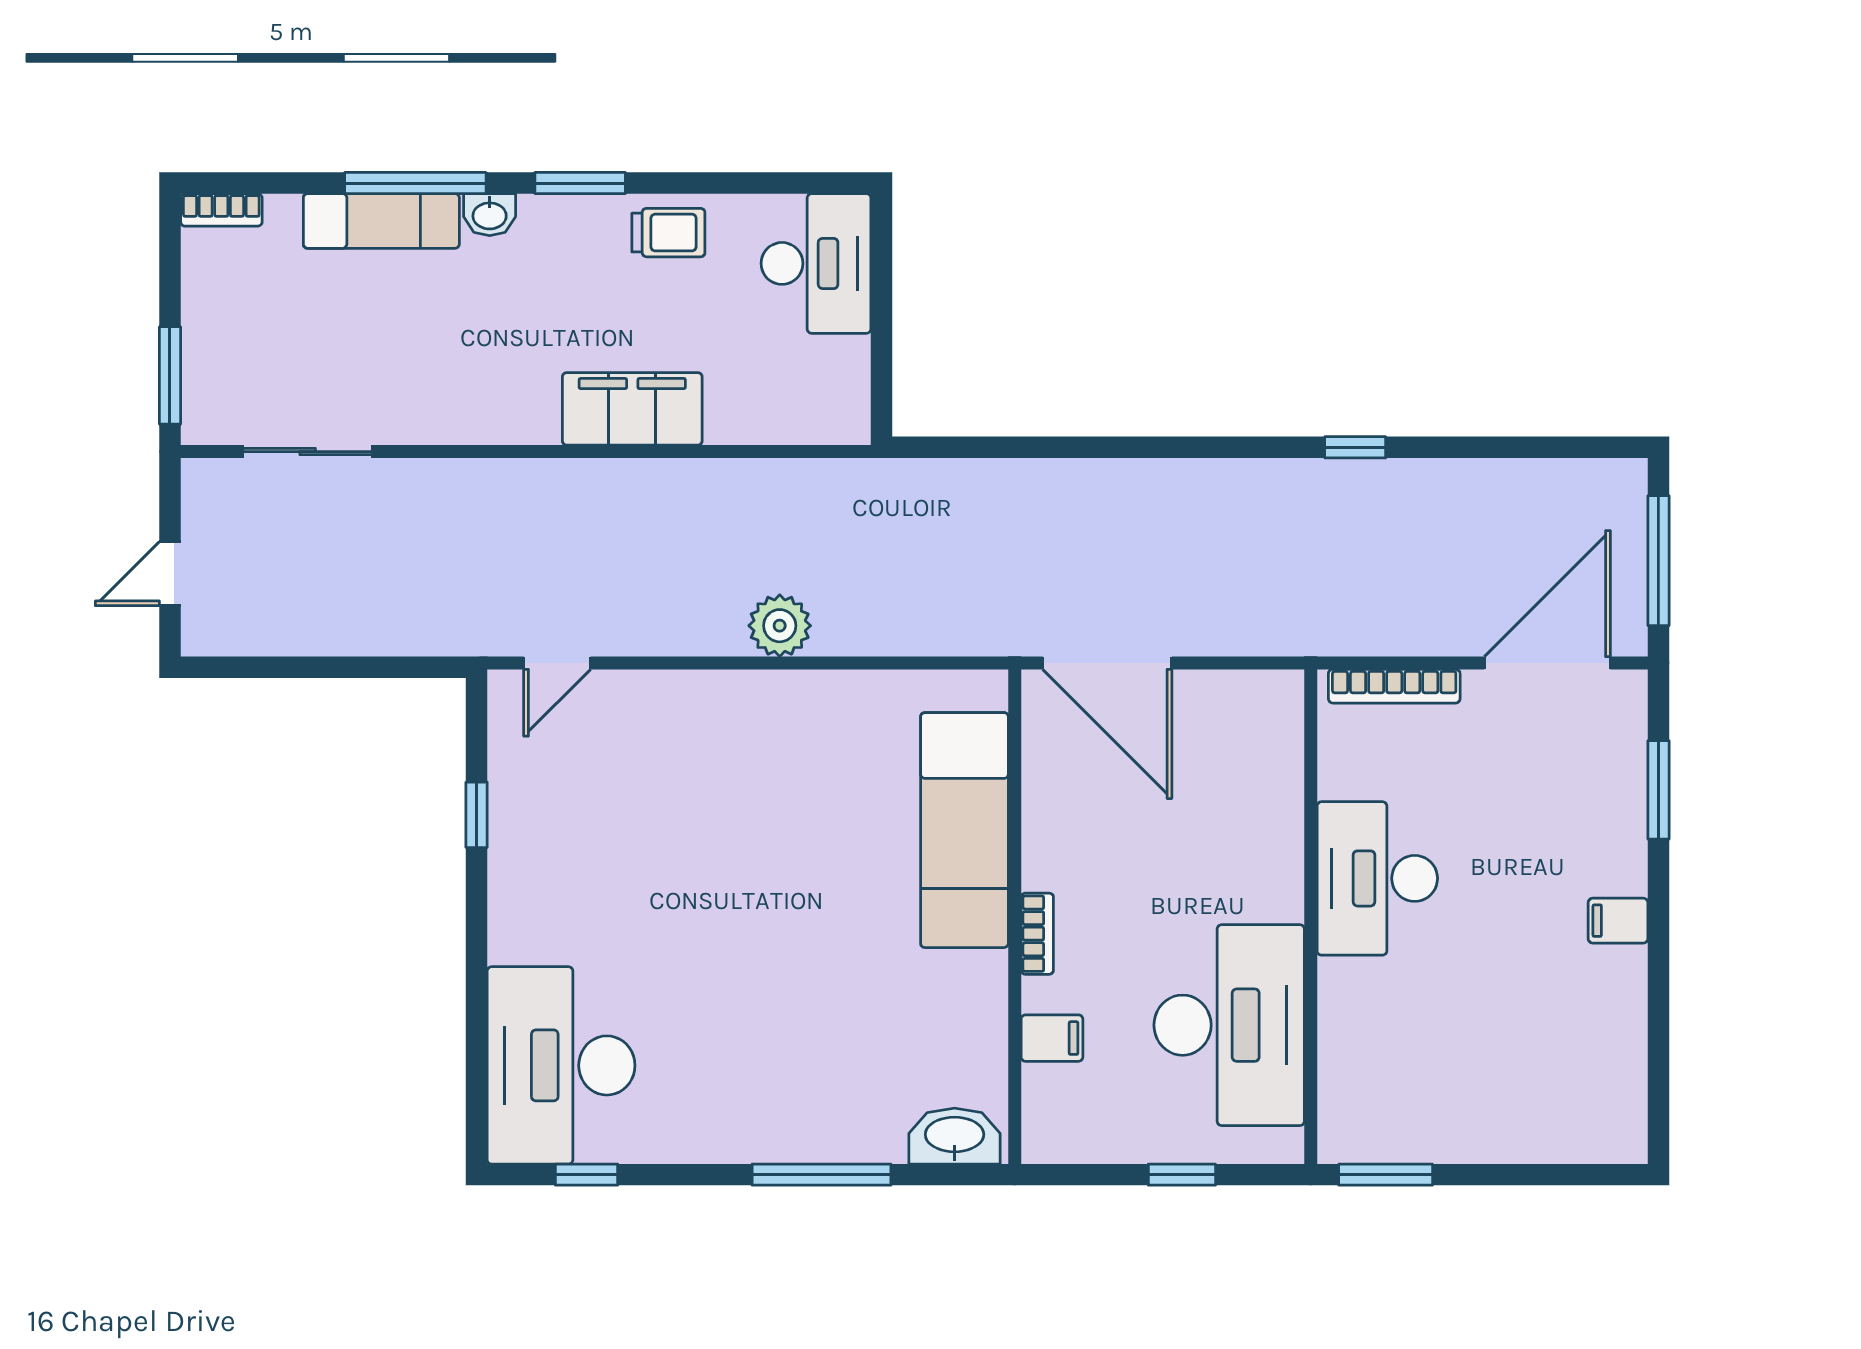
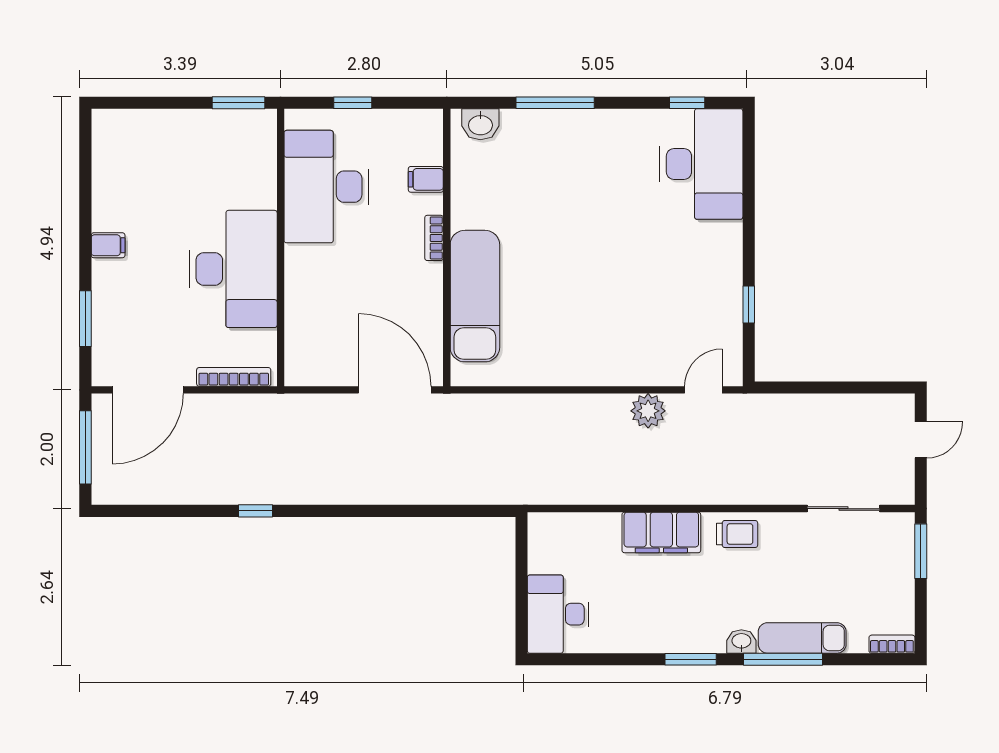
trolley: (668, 233) -> (737, 534), moved, turned 180
plant: (780, 626) -> (648, 411), moved
desk: (1377, 878) -> (233, 269), width x1.36, depth x1.30
washbasin: (955, 1136) -> (480, 124), width x0.72

